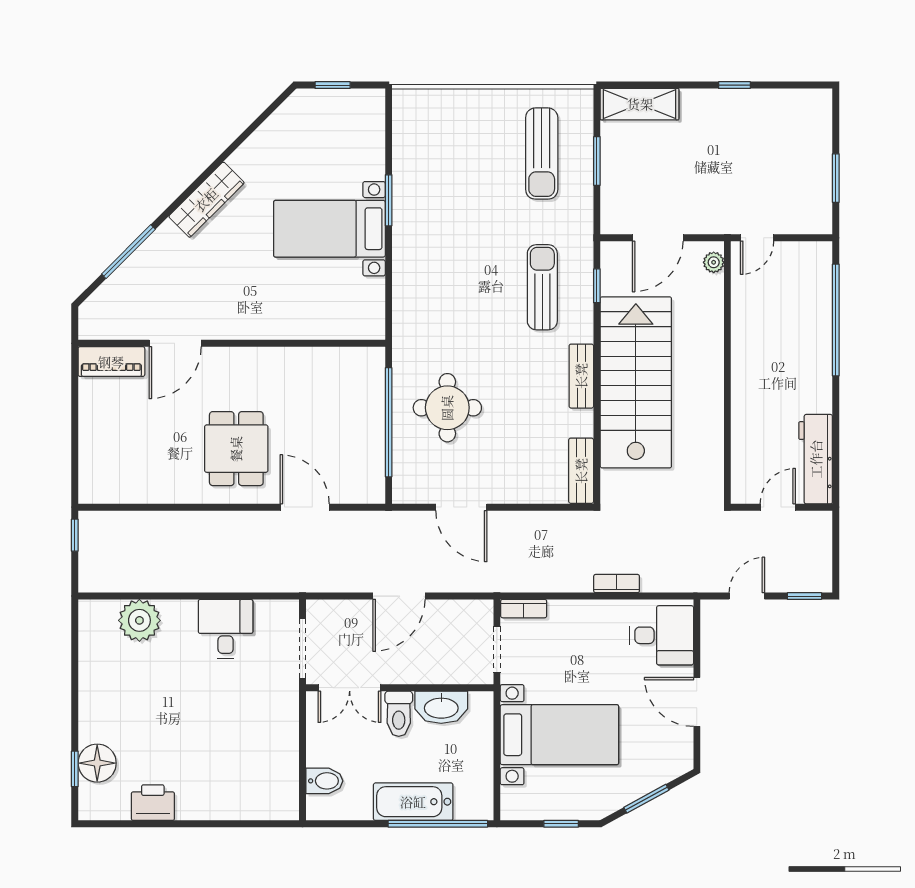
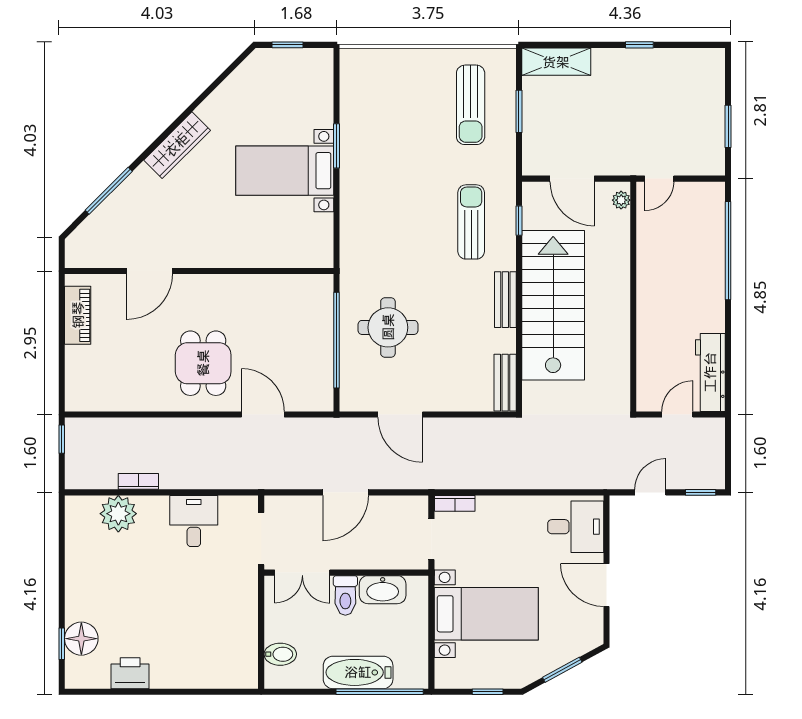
door: (658, 238) -> (572, 179), hinge flipped
piano: (111, 362) -> (78, 315), moved, turned -90
bookcase: (617, 584) -> (138, 481), moved

